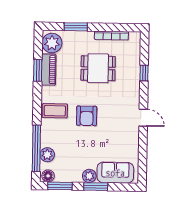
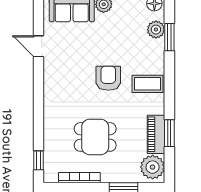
window: (144, 73) -> (39, 160), moved
door: (143, 118) -> (39, 46), moved
window: (36, 148) -> (169, 37), width x0.47

